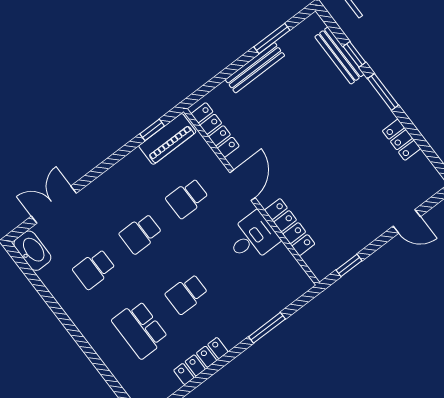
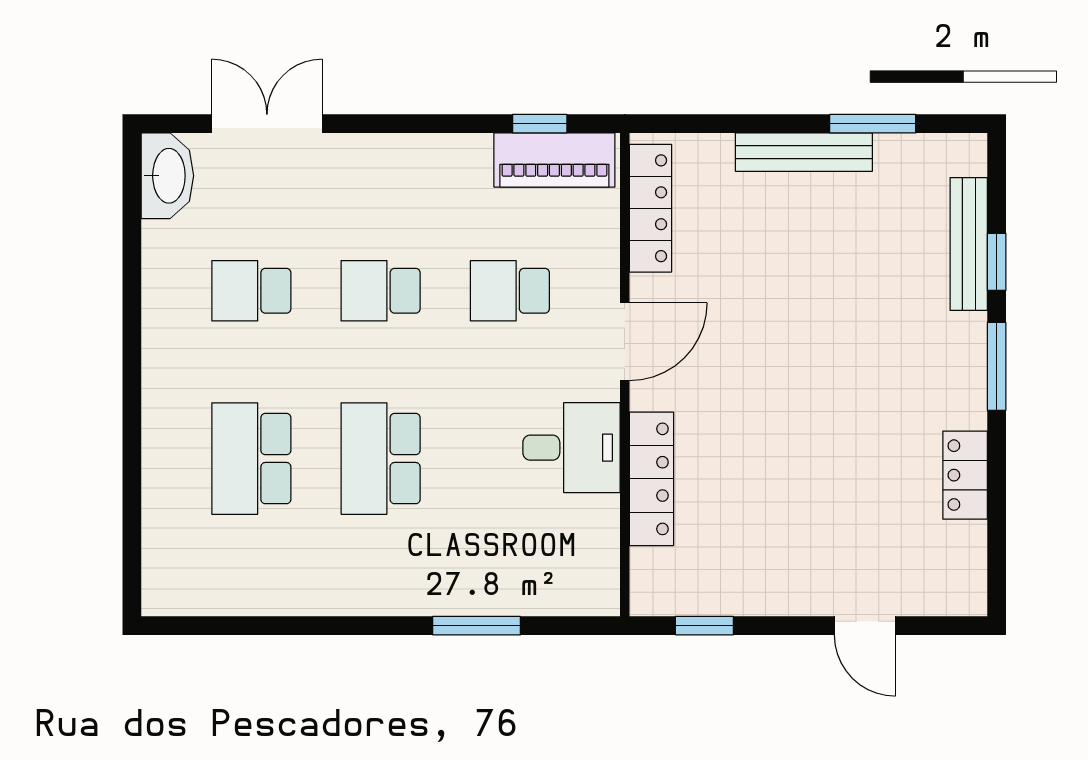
school desk: (187, 294) -> (381, 459), width x1.85
locker: (201, 361) -> (316, 596), removed

